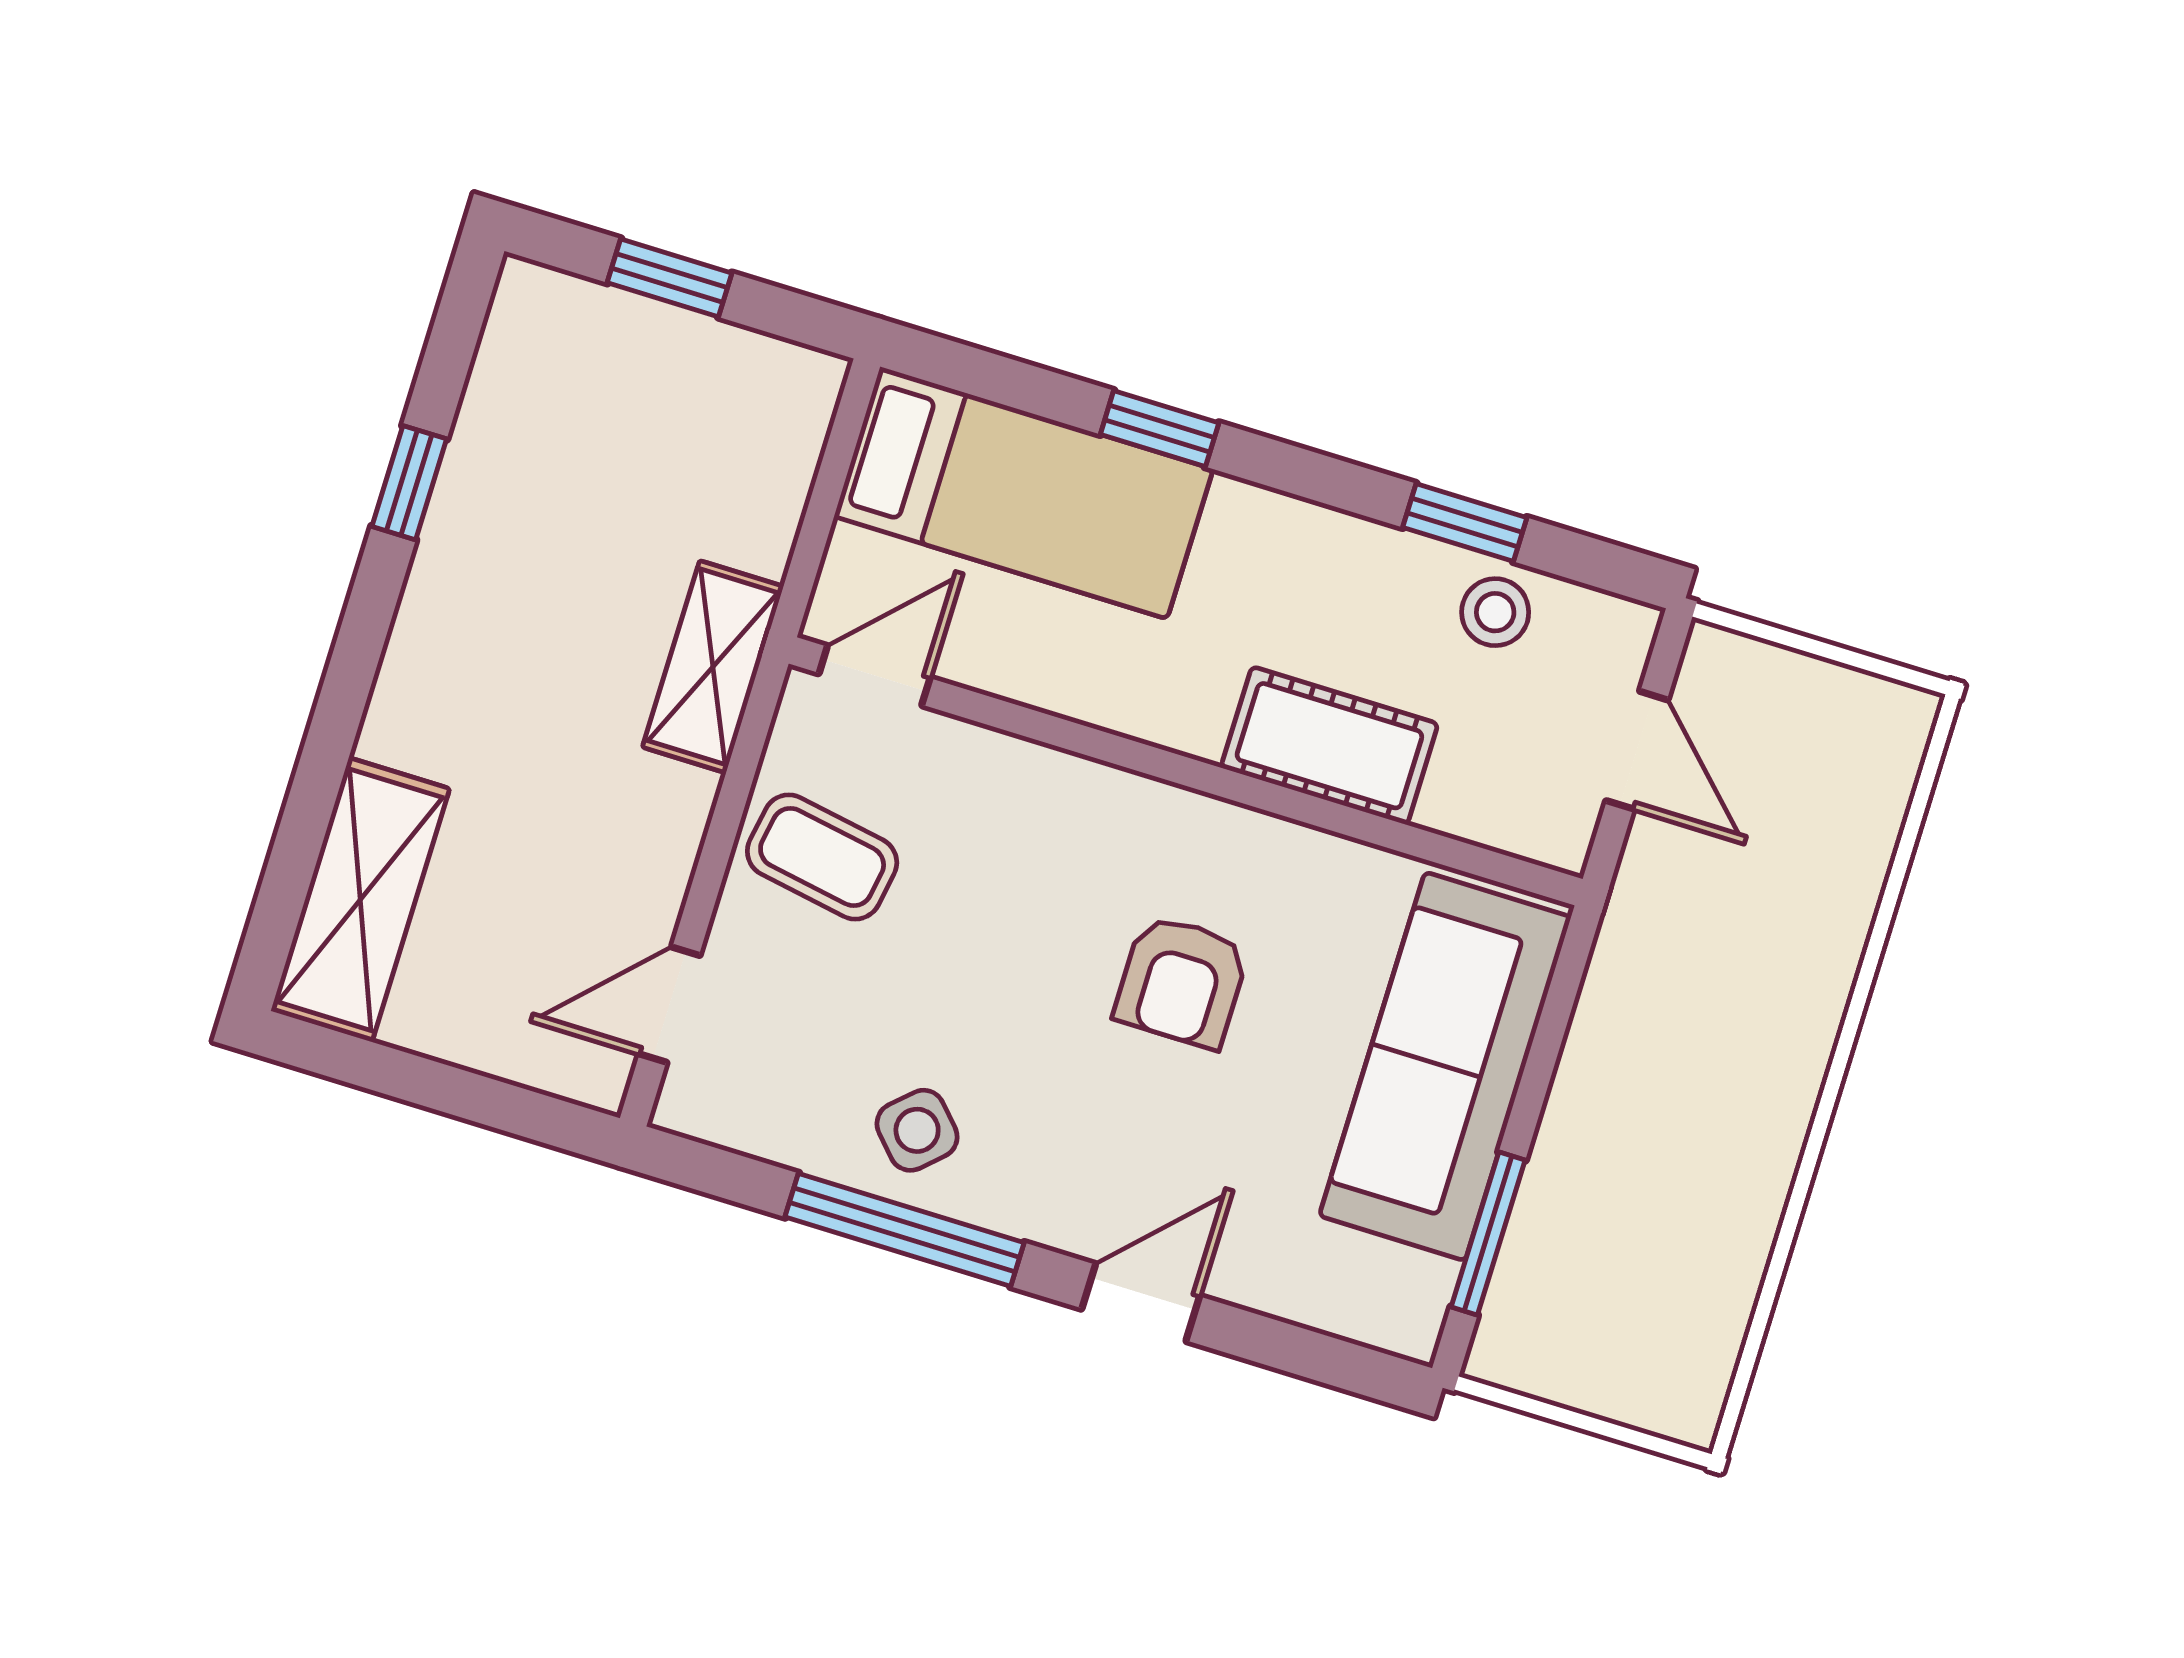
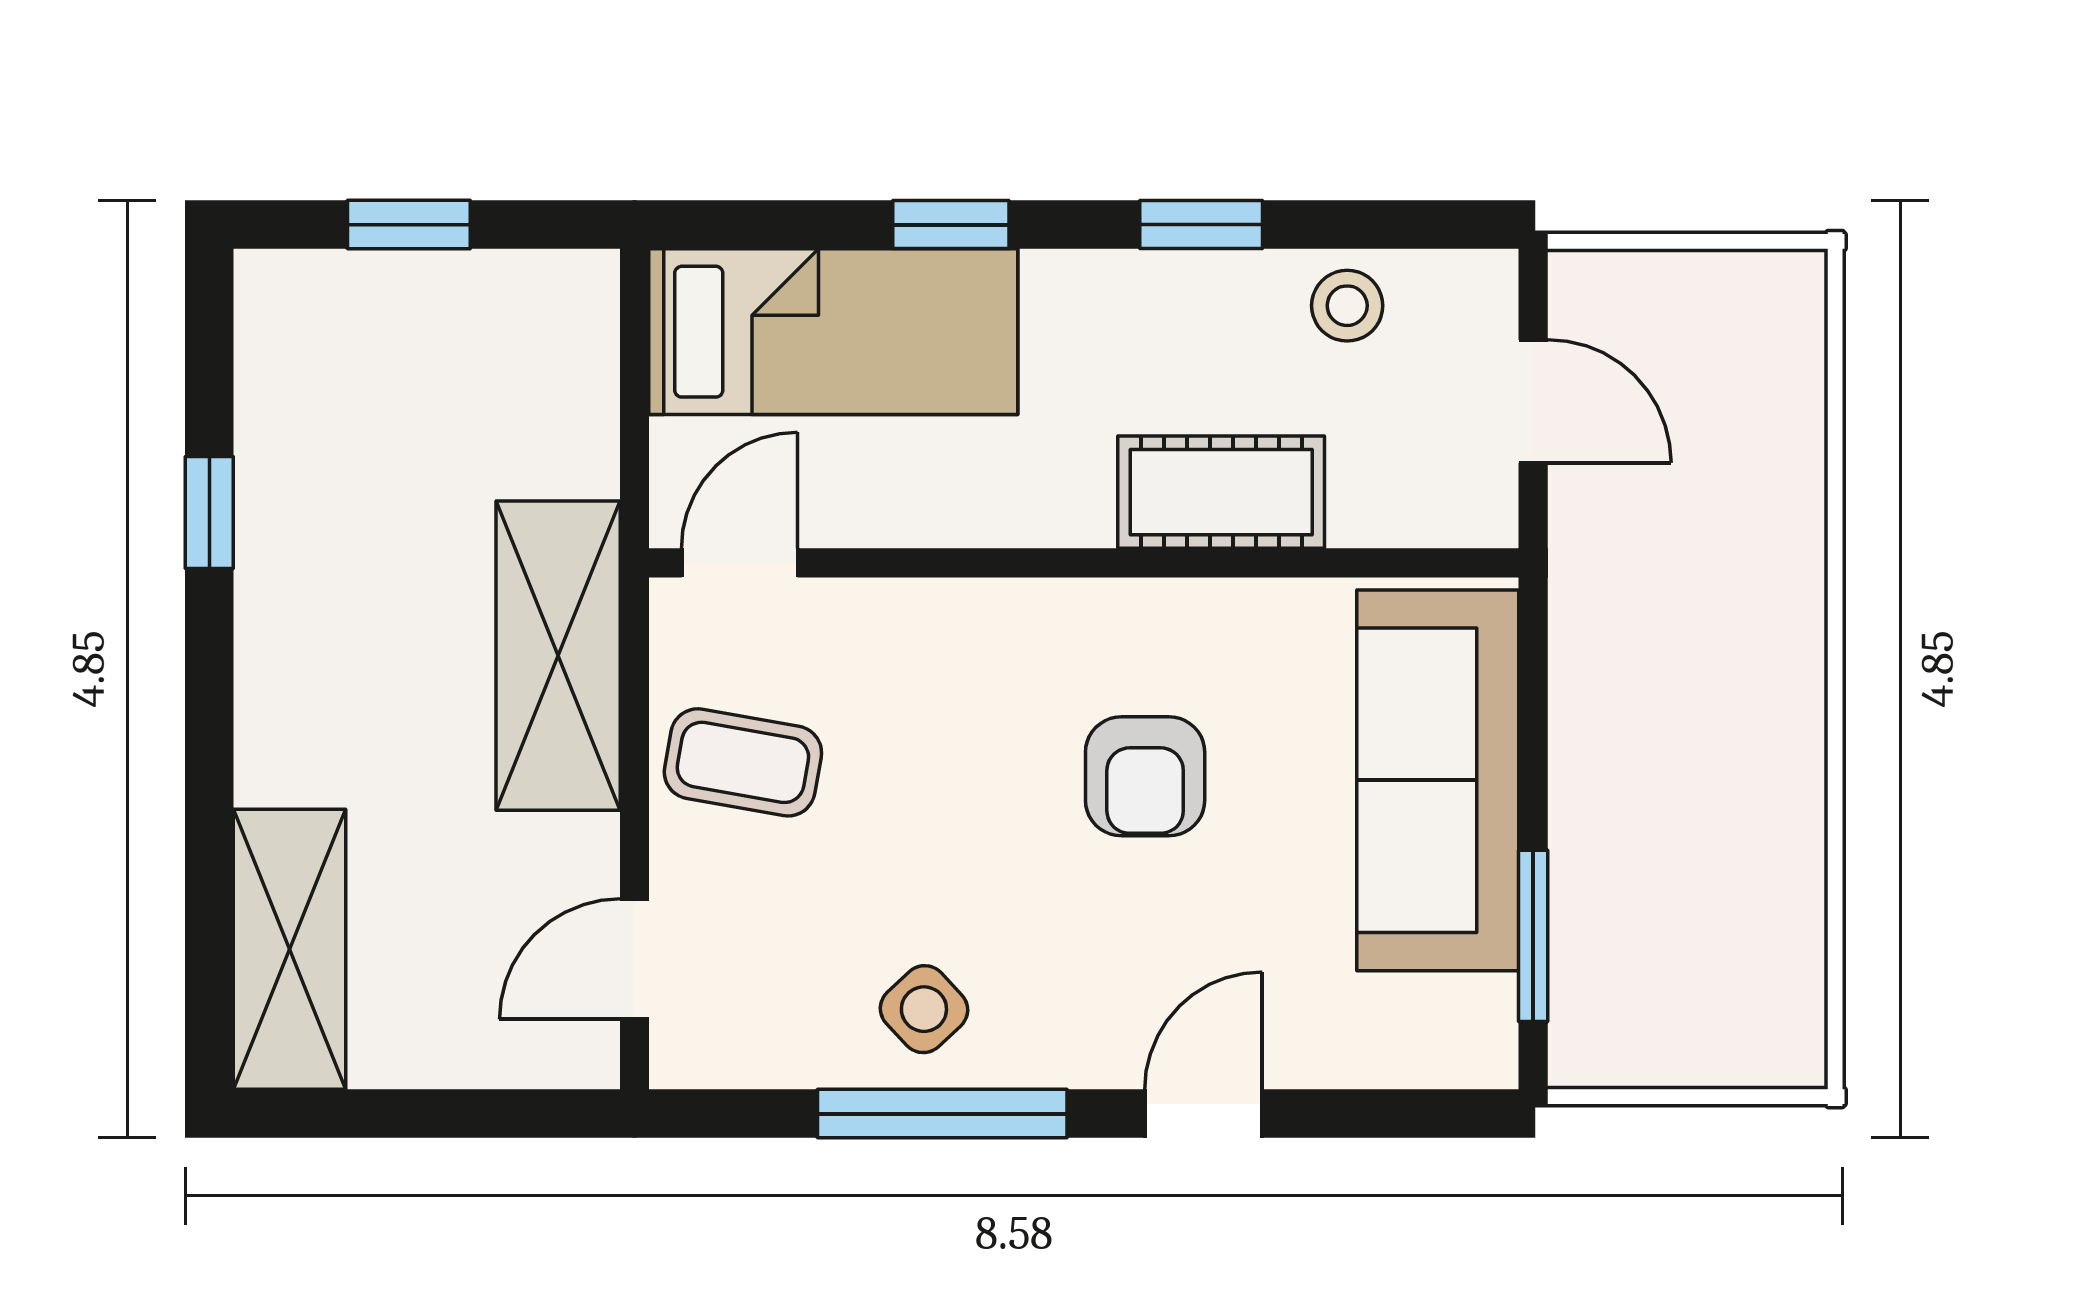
window: (1465, 523) -> (1201, 225), moved
shelving: (713, 667) -> (558, 656), width x1.50, depth x1.33

